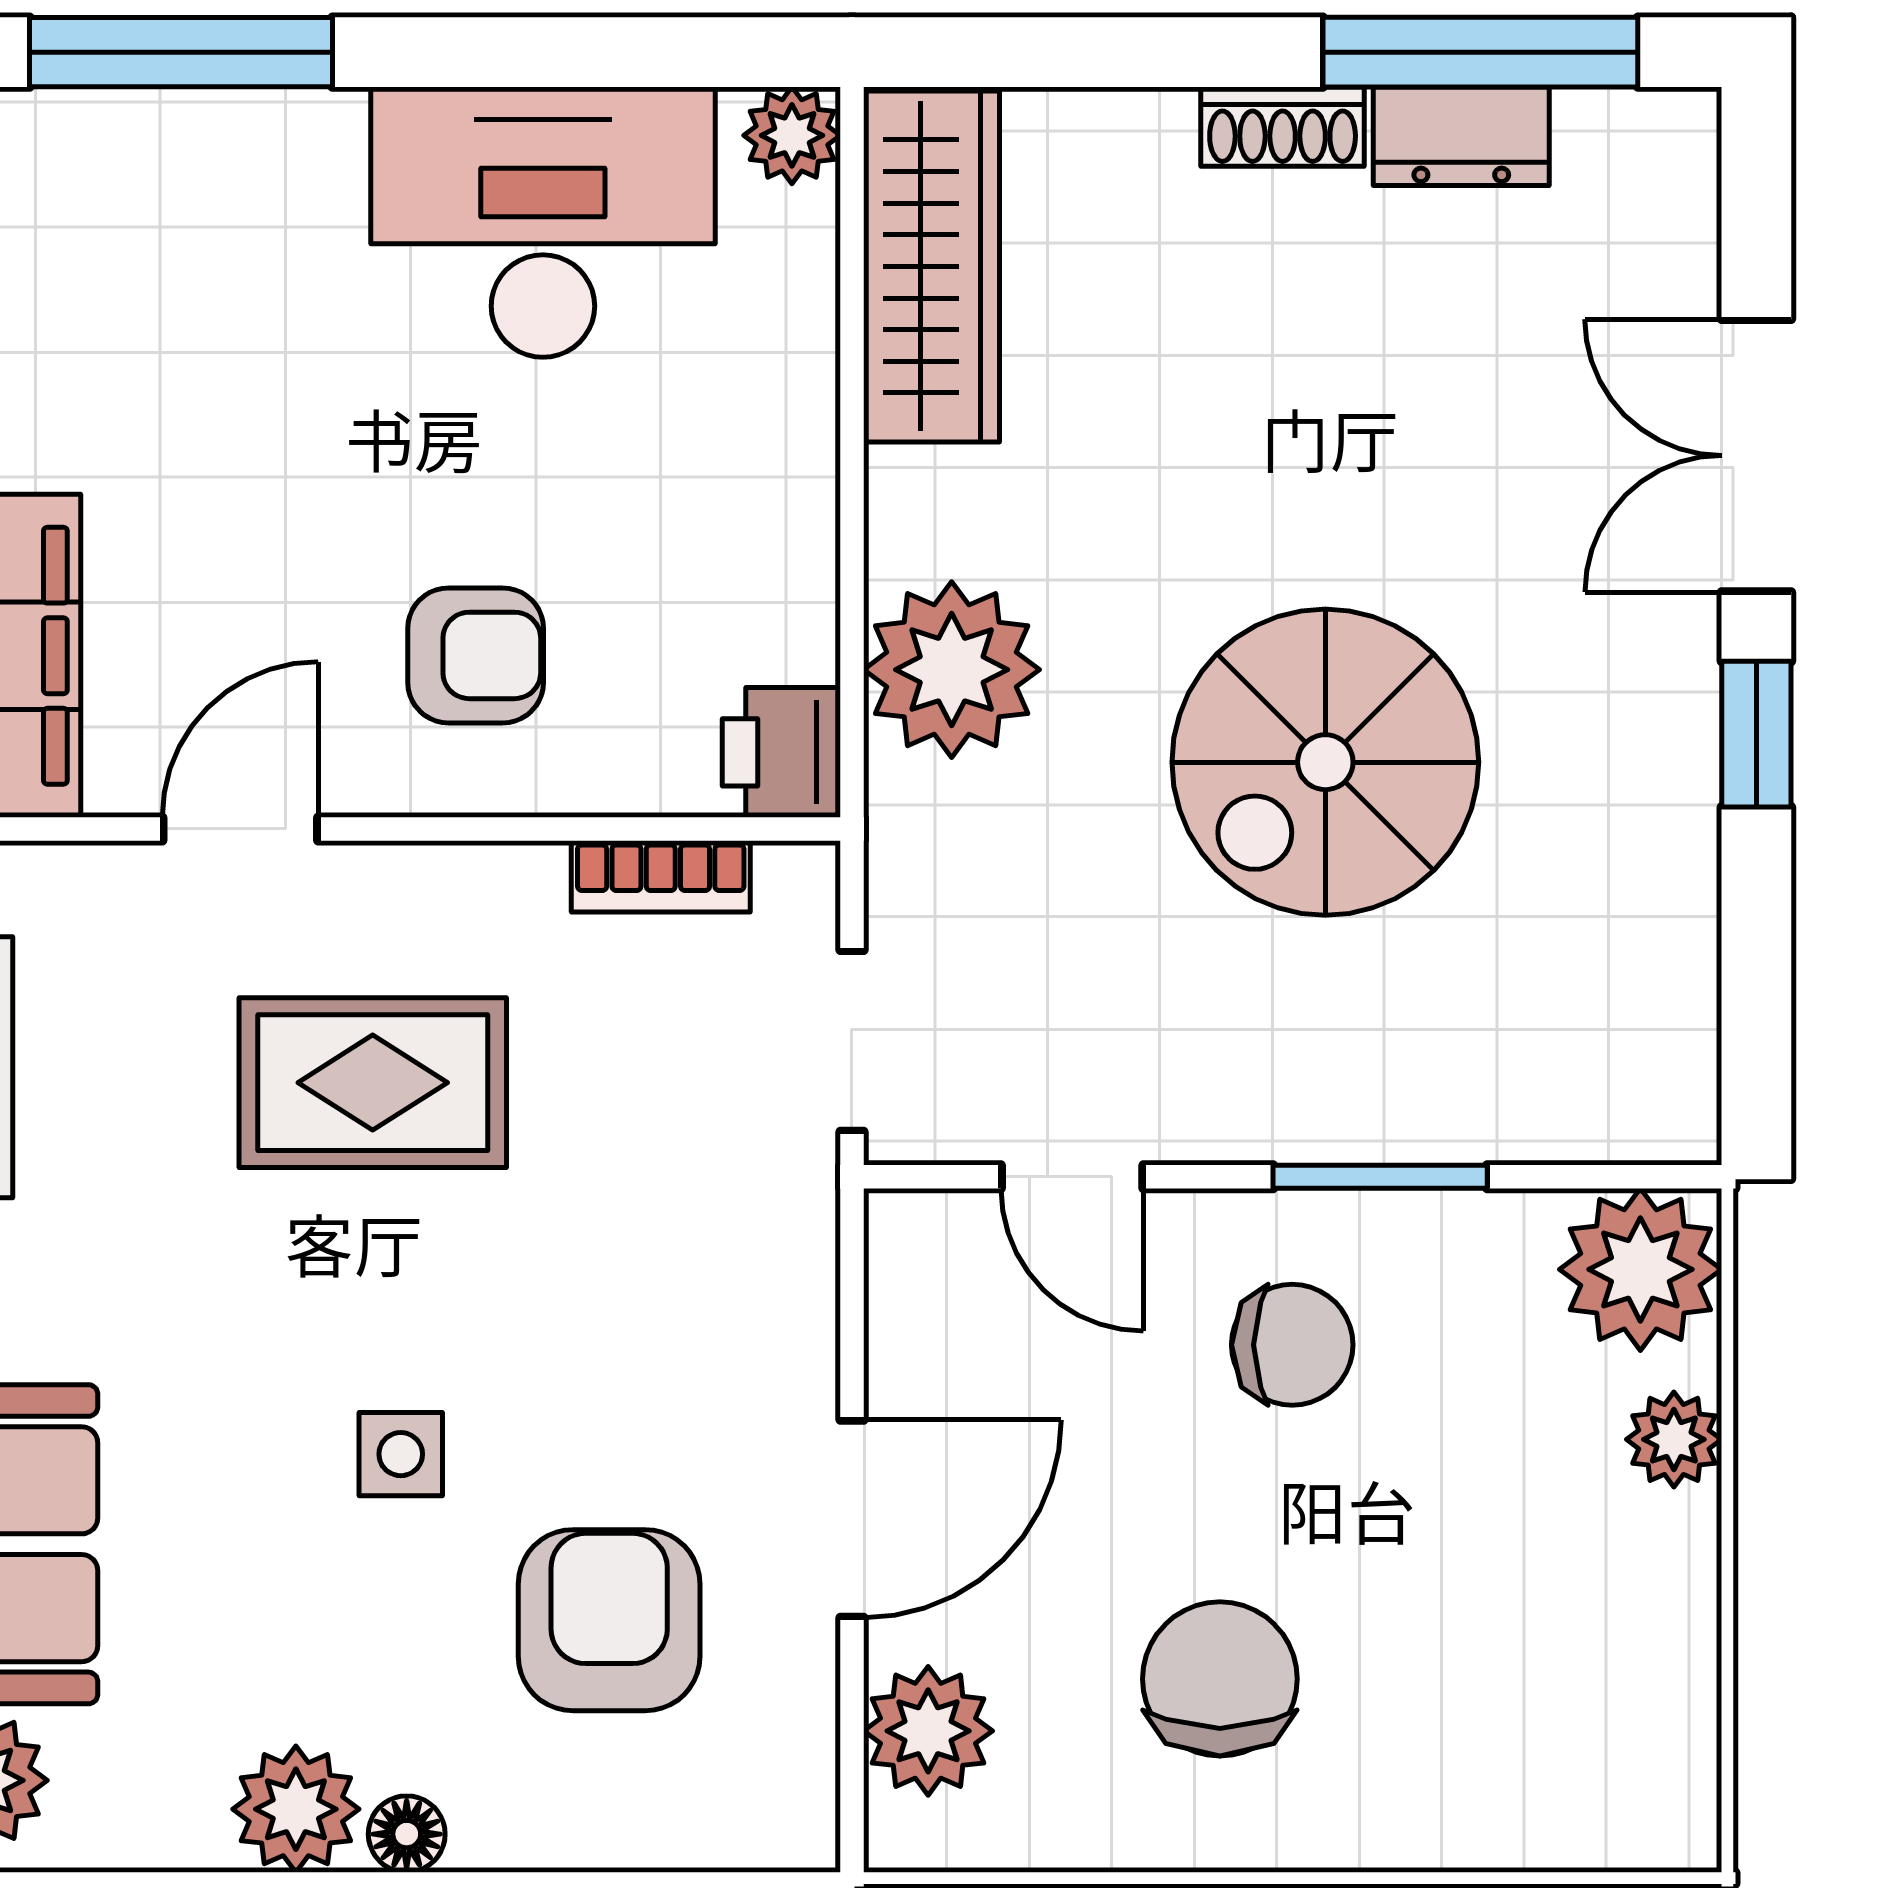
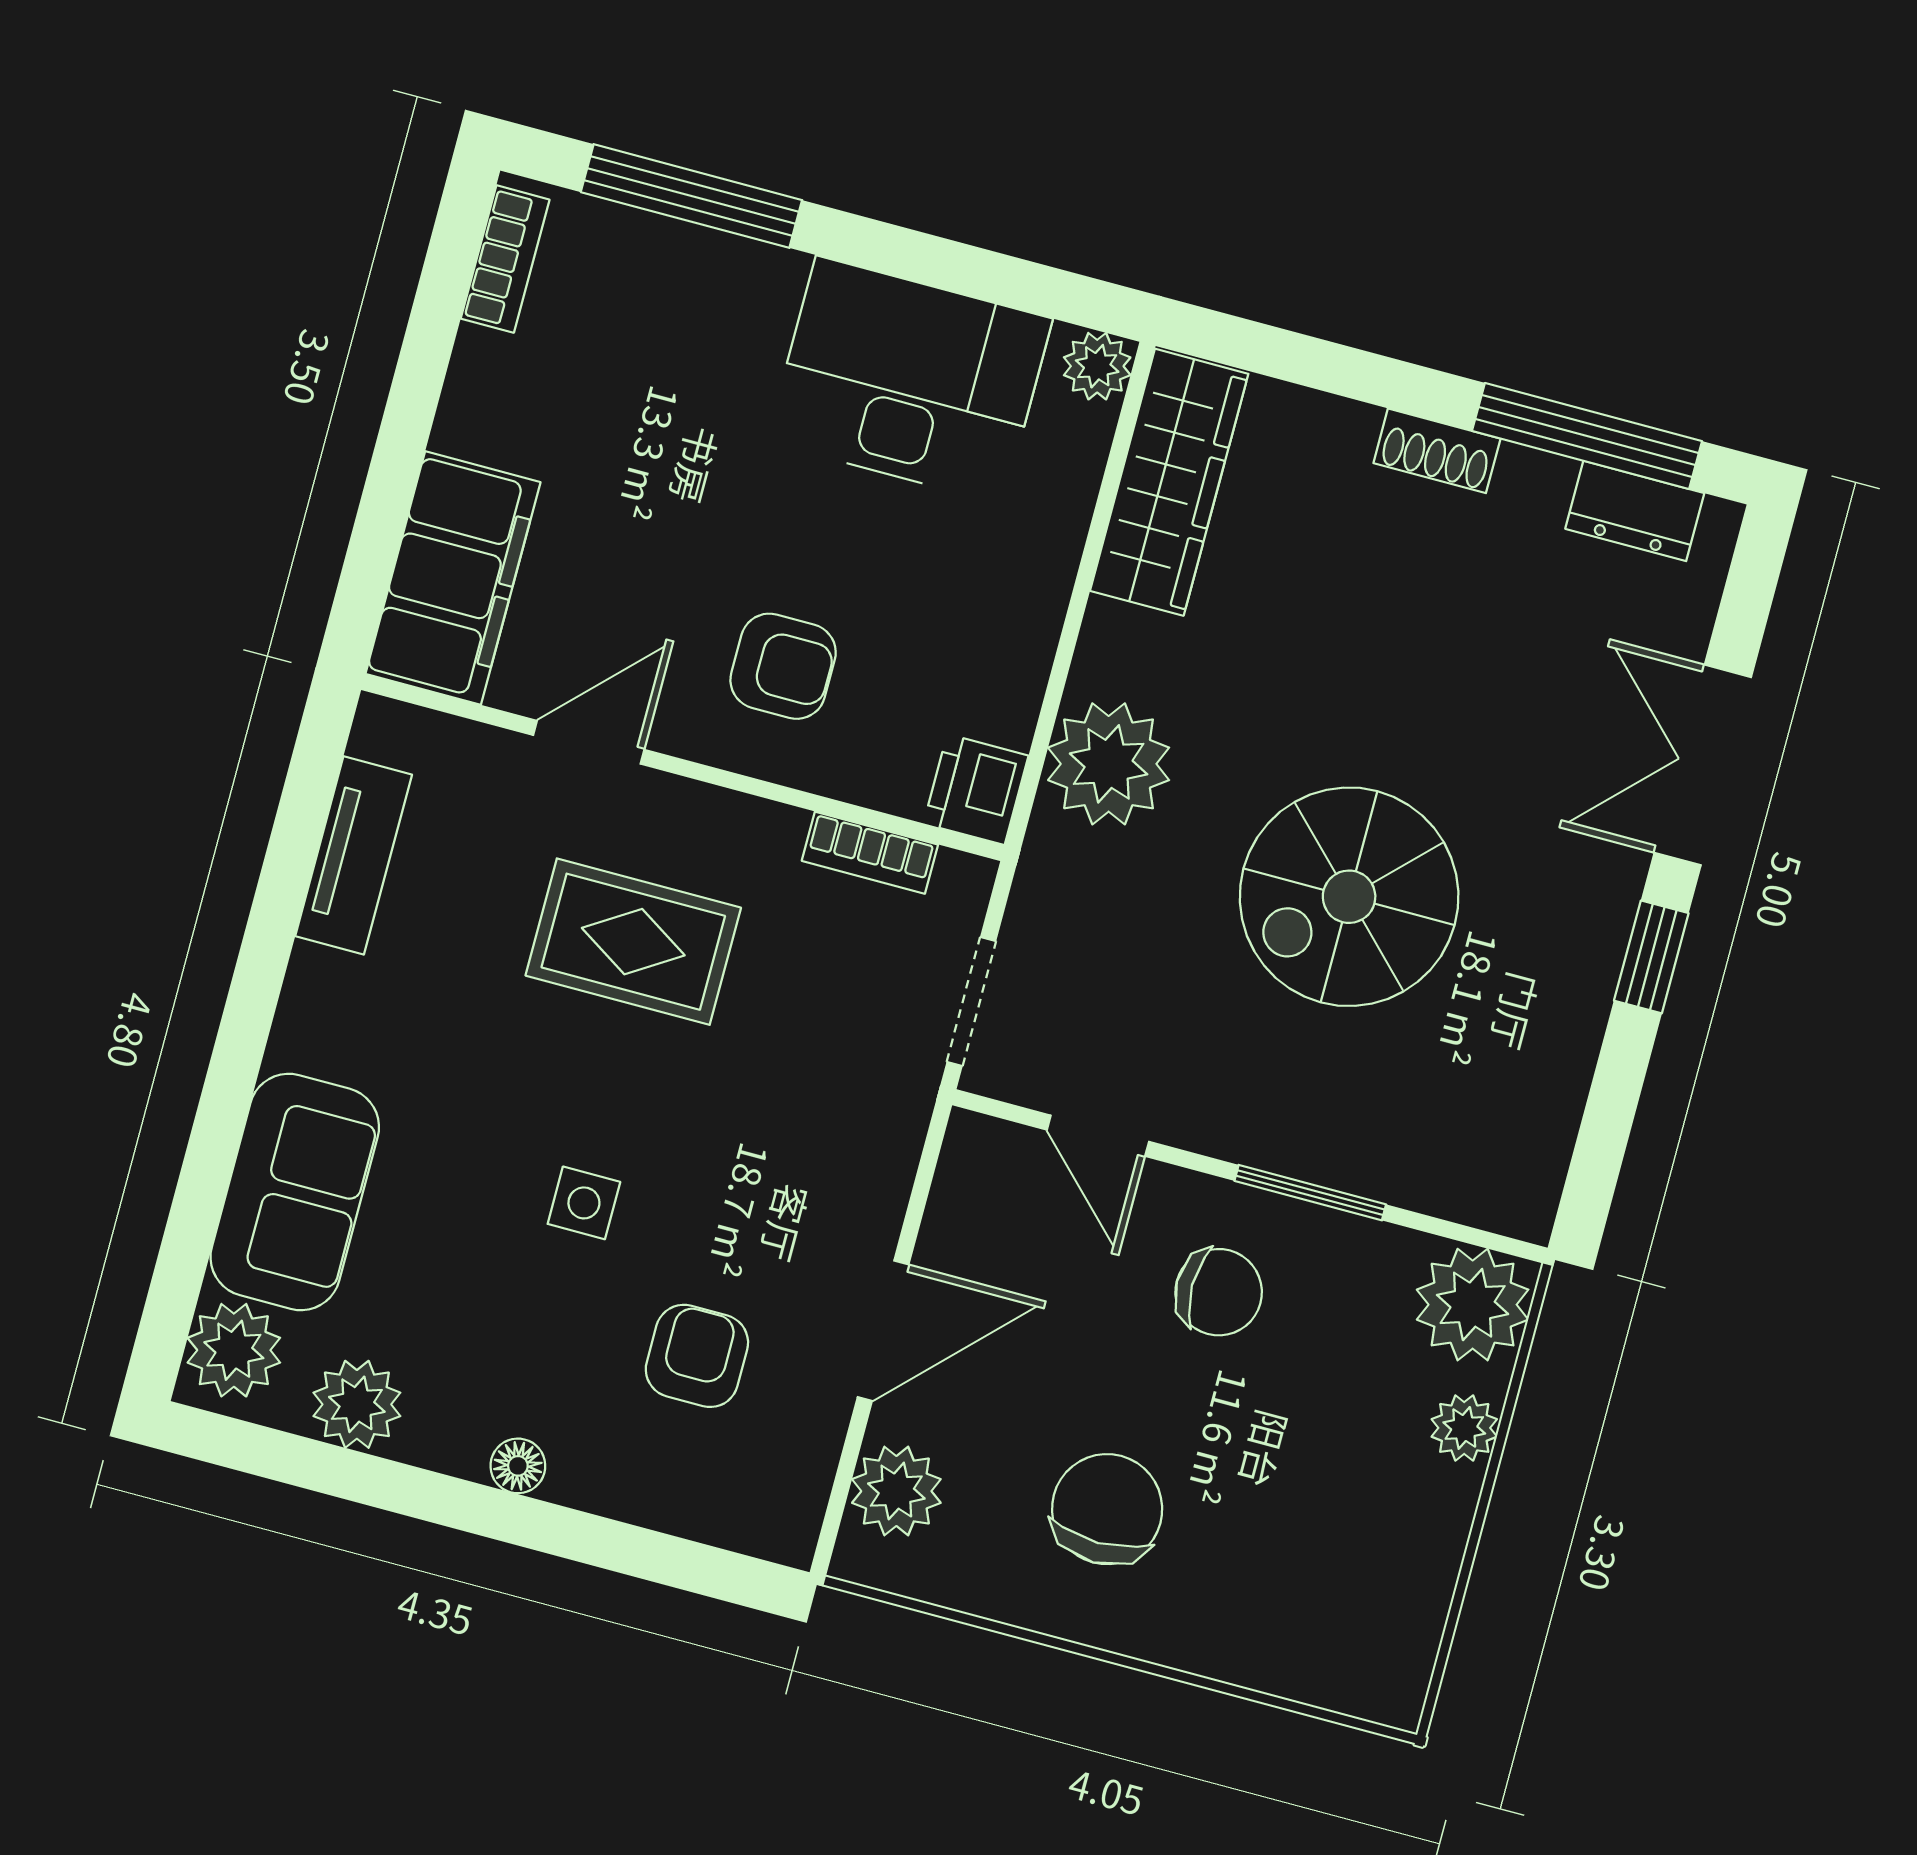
dresser: (1461, 136) -> (1635, 511), moved
armchair: (609, 1620) -> (697, 1356), width x0.72, depth x0.72
plant: (296, 1809) -> (357, 1404), moved

